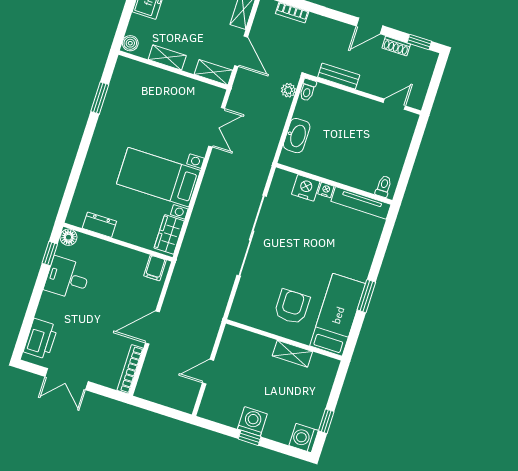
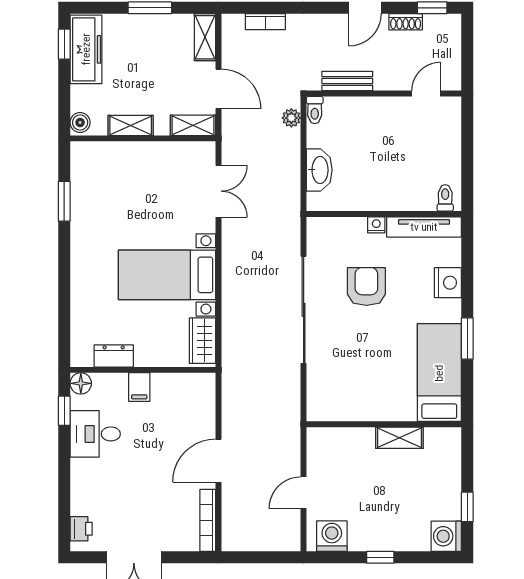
nightstand: (306, 188) -> (448, 283), moved, turned 90
filing cabinet: (155, 268) -> (139, 387), moved
armchair: (292, 307) -> (366, 286), moved
printer: (41, 339) -> (81, 529), width x0.53, depth x0.68
washing machine: (252, 421) -> (332, 536), moved

